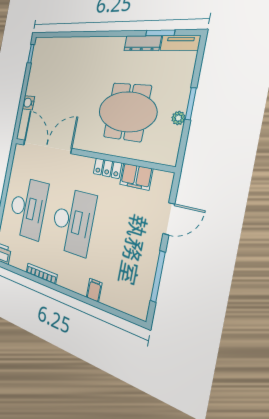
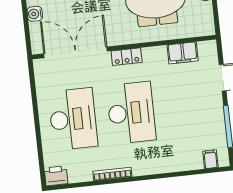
locker: (107, 168) -> (127, 57), moved
filing cabinet: (94, 290) -> (210, 159), moved

